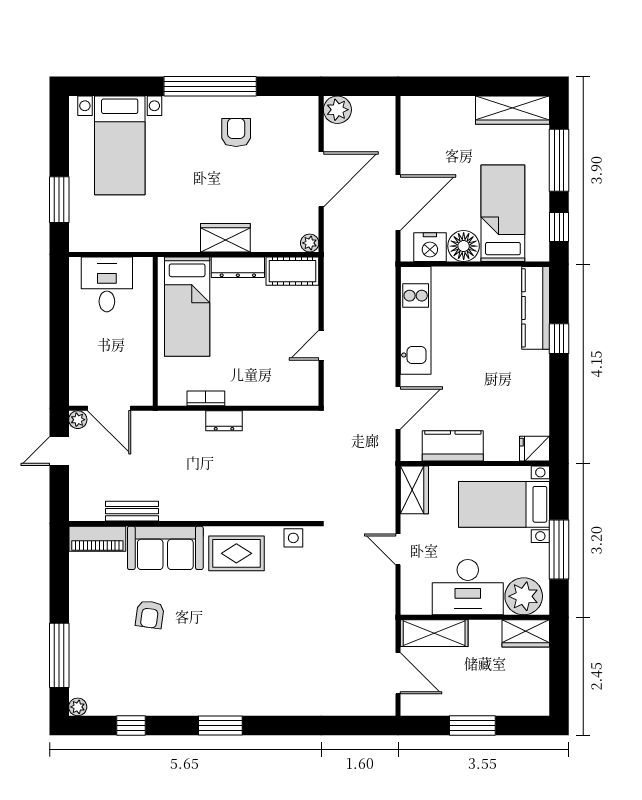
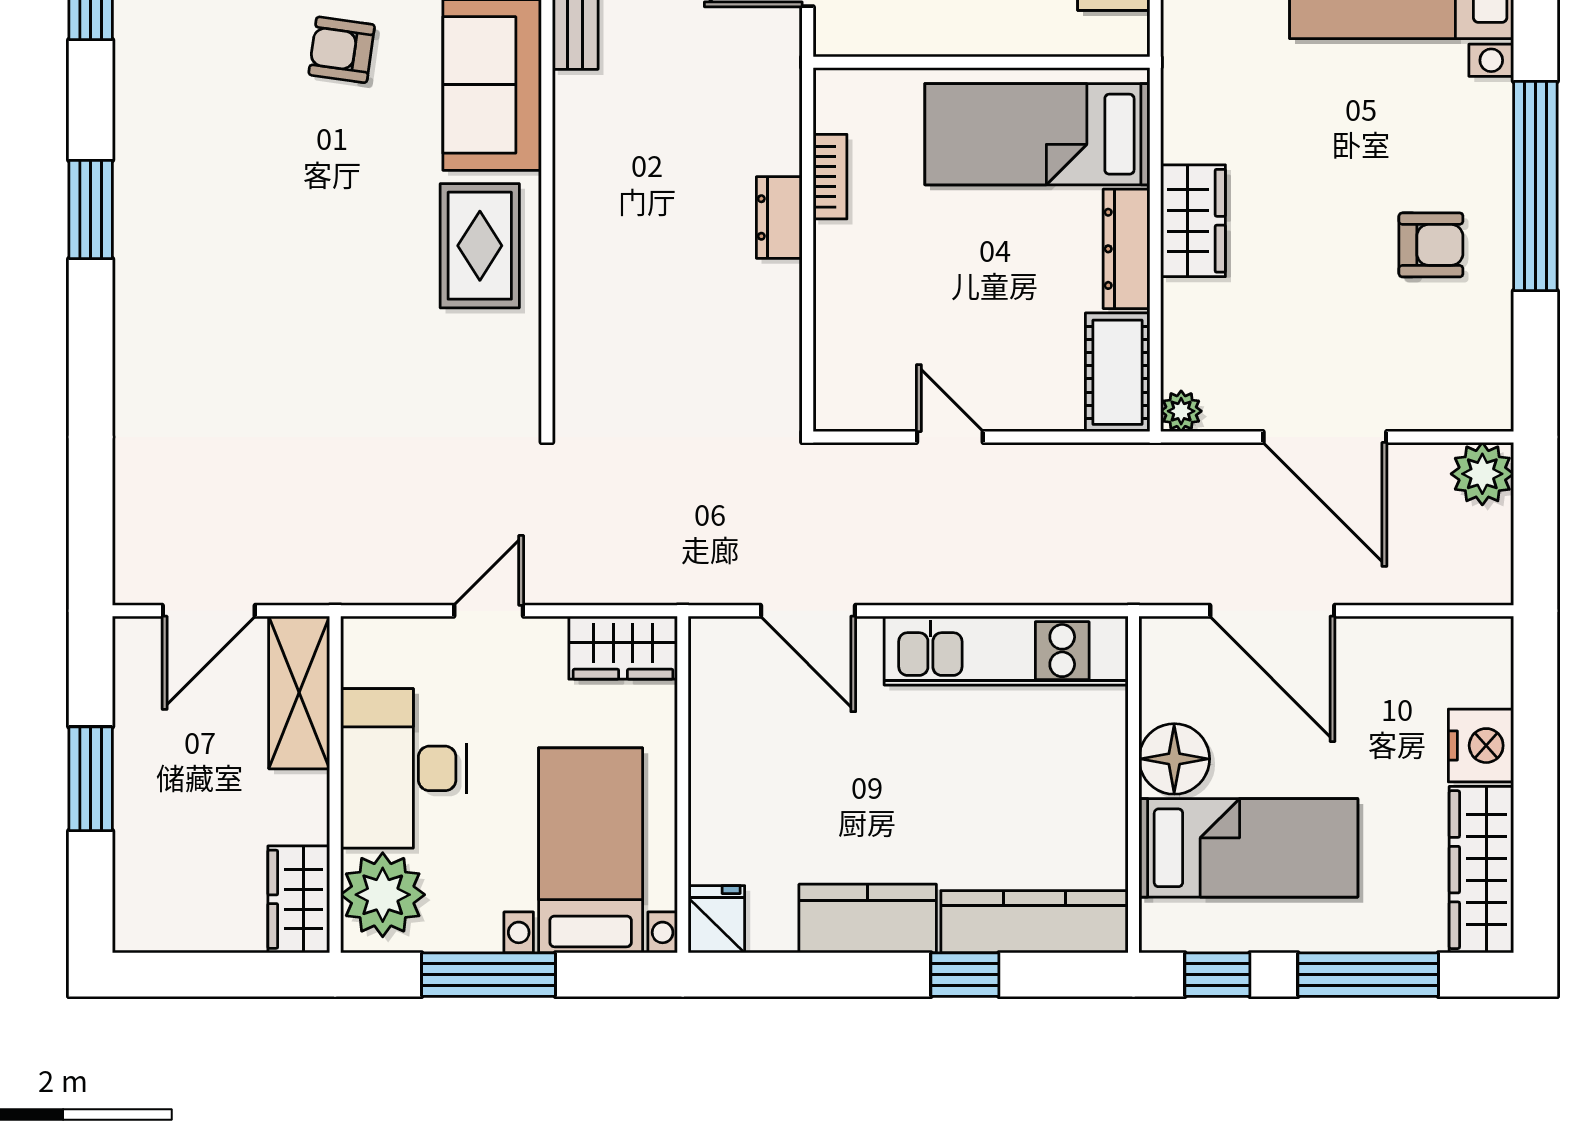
nightstand: (430, 247) -> (1481, 746), moved, turned 180
kitchen counter: (453, 446) -> (868, 919), moved, turned -90
side table: (293, 538) -> (515, 374), removed

